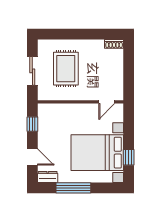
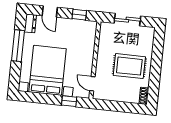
rug: (66, 69) -> (129, 66), moved
door: (32, 157) -> (50, 11), hinge flipped
window: (129, 157) -> (69, 101), moved

